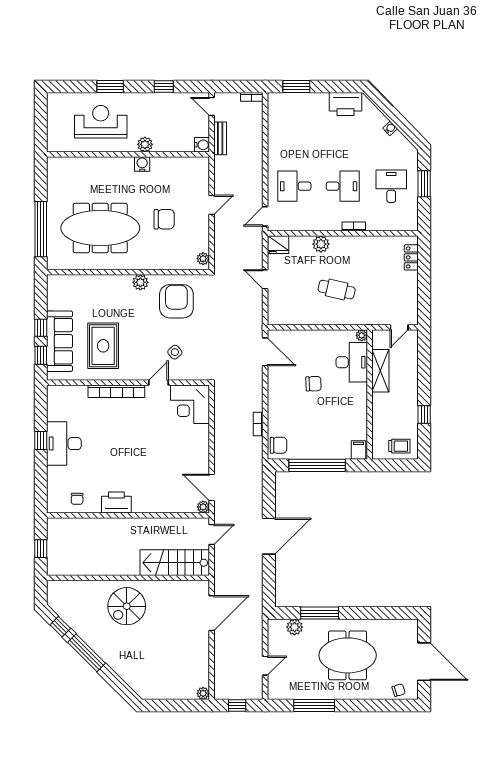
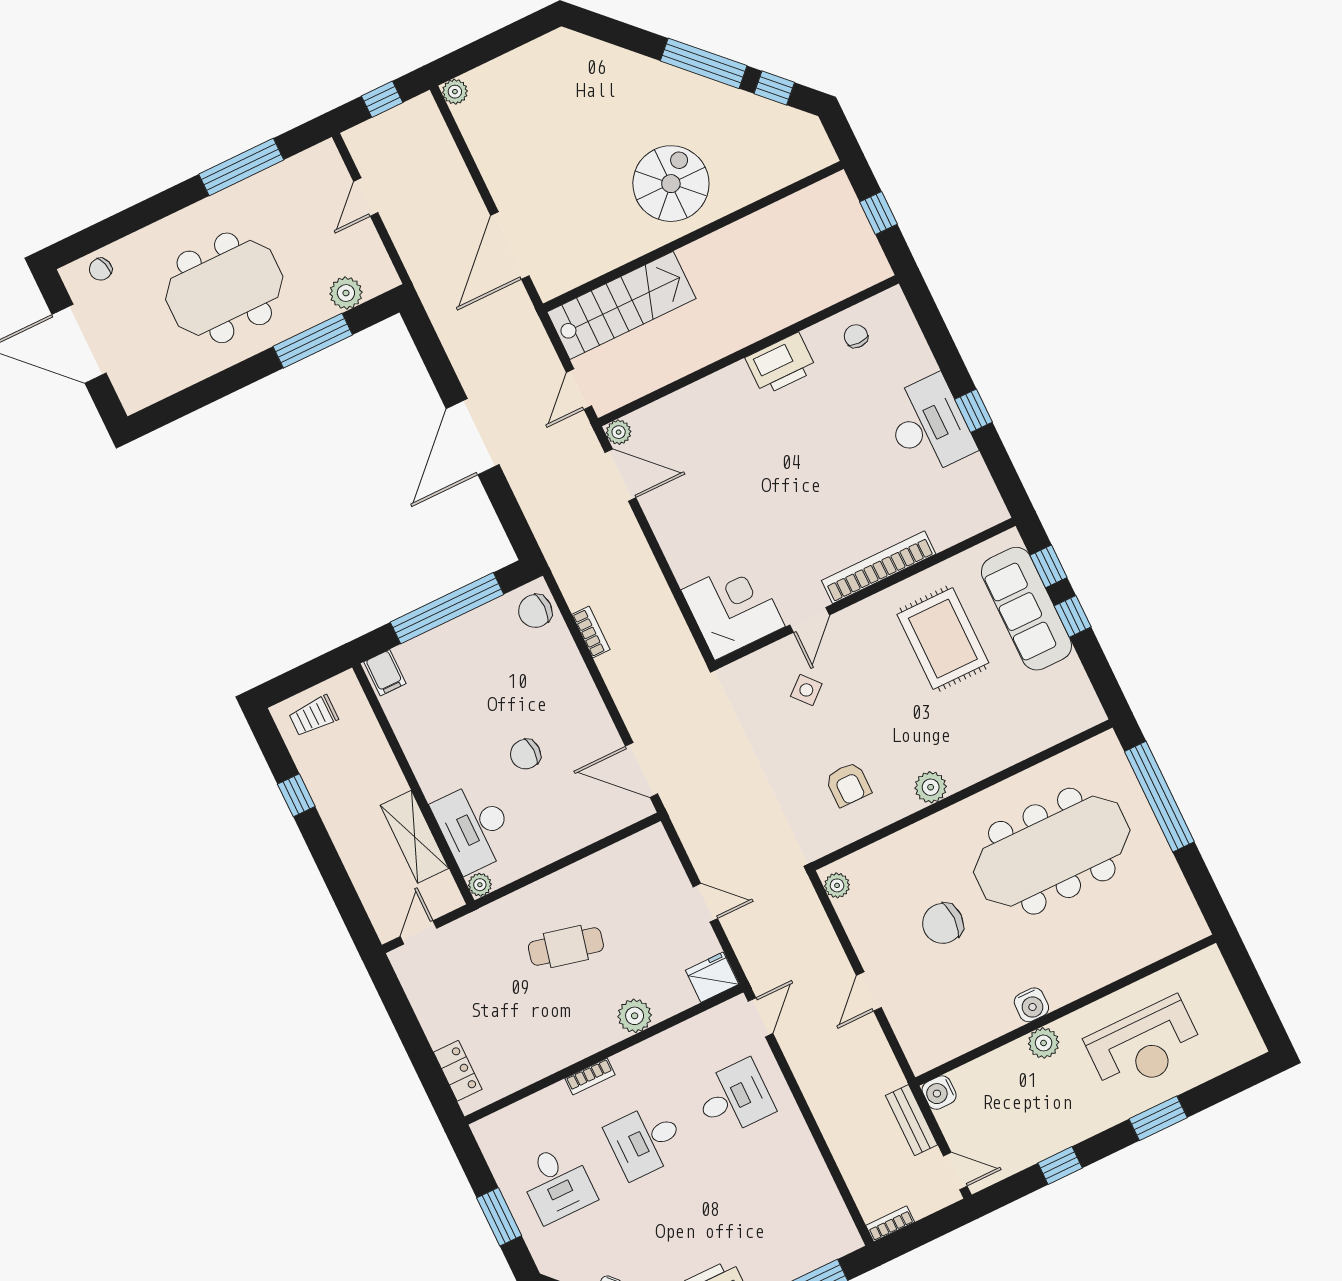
armchair: (176, 301) -> (848, 784), width x0.53, depth x0.53

